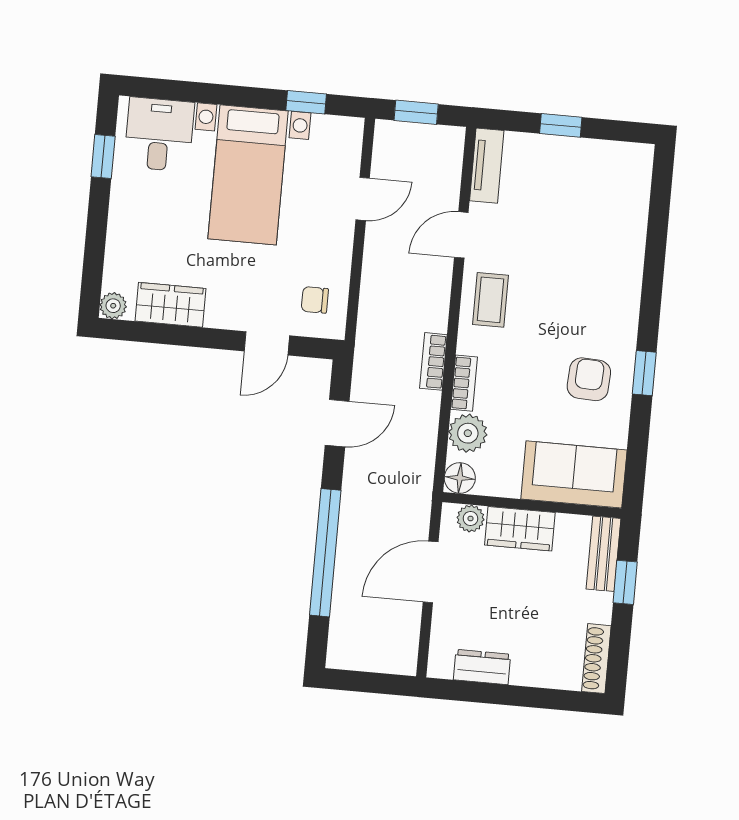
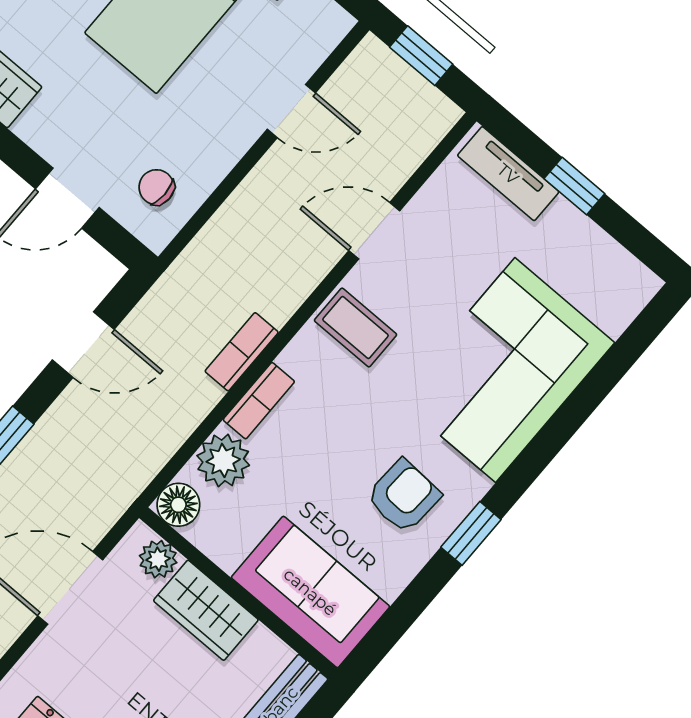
tv unit: (487, 166) -> (508, 174), moved, turned 90
corner sofa: (596, 263) -> (505, 370), added
coffee table: (490, 300) -> (355, 327), turned 90

